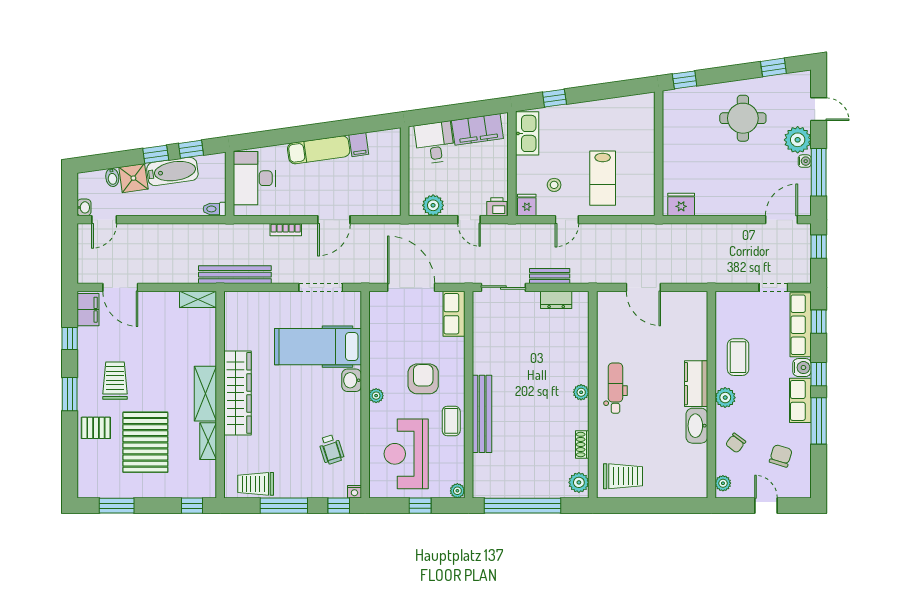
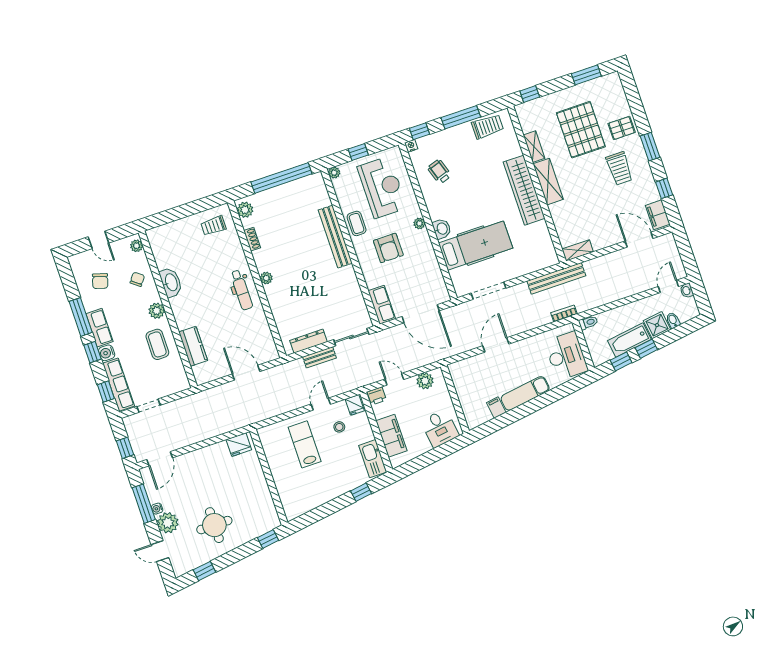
filing cabinet: (477, 129) -> (391, 436), moved, turned 98
bookcase: (286, 230) -> (564, 313), moved
dresser: (556, 300) -> (308, 341), width x1.44
kitchen counter: (696, 384) -> (193, 346), moved
trolley: (623, 476) -> (213, 226), width x0.73, depth x0.72

